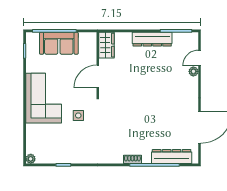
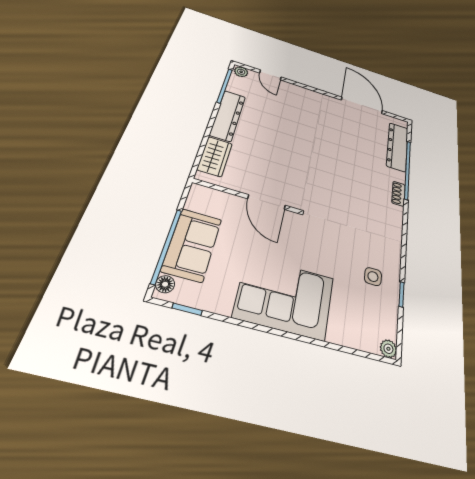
floor lamp: (34, 37) -> (165, 284), added
wardrobe: (107, 45) -> (215, 157), moved, turned 90
plant: (193, 71) -> (241, 72), moved
side table: (78, 115) -> (373, 277), moved

